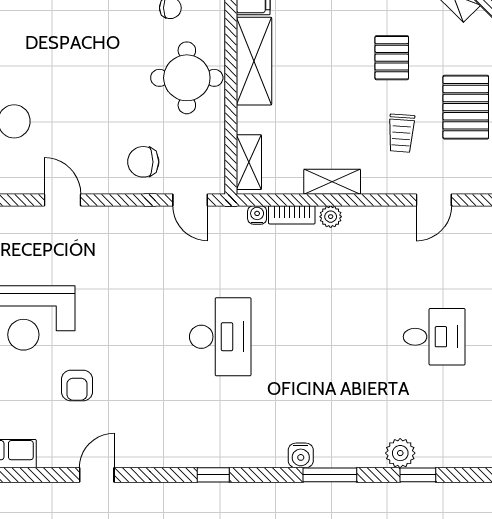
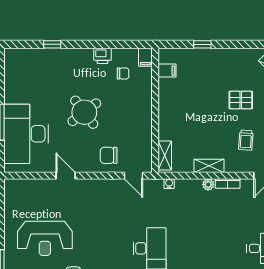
pallet: (392, 58) -> (241, 100), turned 90
shelving: (254, 61) -> (168, 102), removed
round table: (187, 78) -> (84, 112), moved, turned -37
bookcase: (292, 215) -> (228, 184), moved

